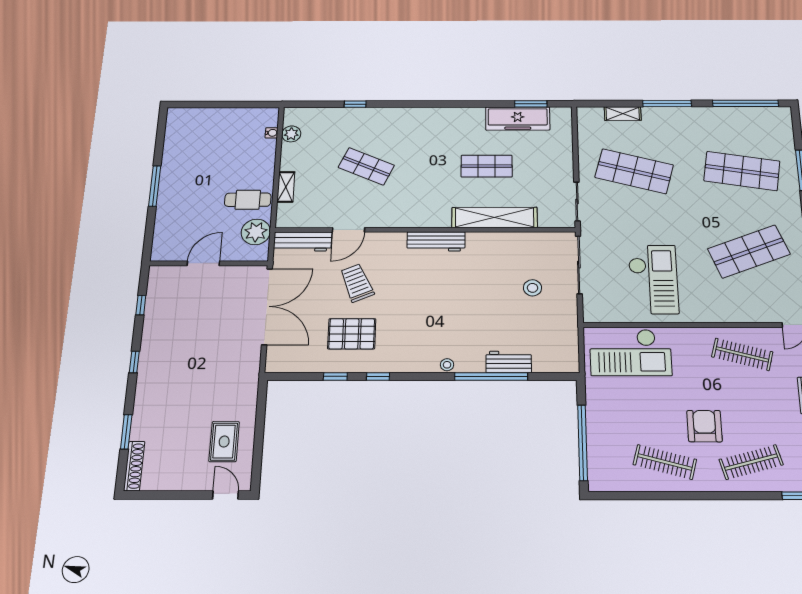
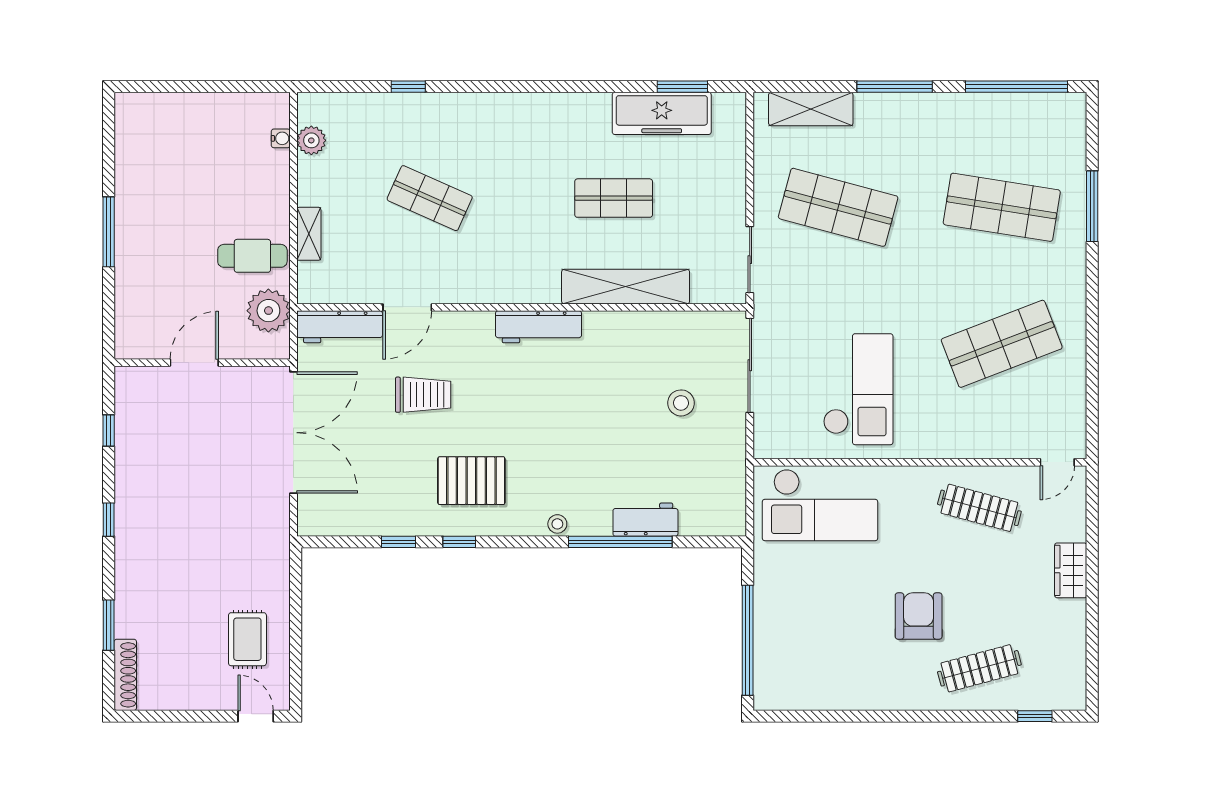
shelving: (623, 114) -> (811, 109), width x1.50, depth x1.33
trolley: (357, 283) -> (423, 395), turned 113
pallet: (352, 334) -> (471, 481), moved
clothes rail: (665, 462) -> (860, 668), removed

